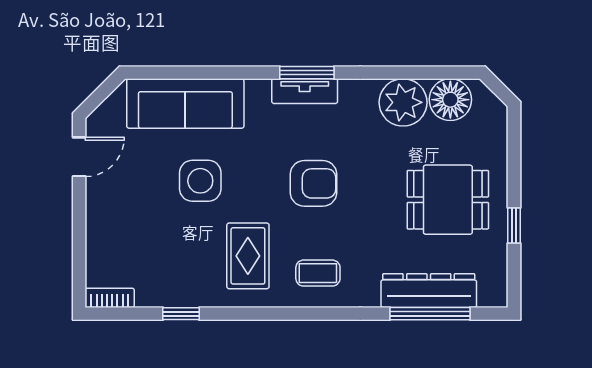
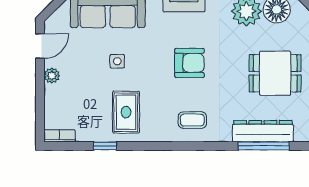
side table: (200, 181) -> (117, 61), width x0.54, depth x0.54
plant: (98, 203) -> (52, 76), added
rug: (248, 256) -> (126, 112), moved

